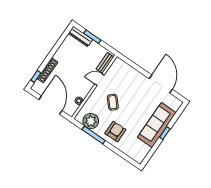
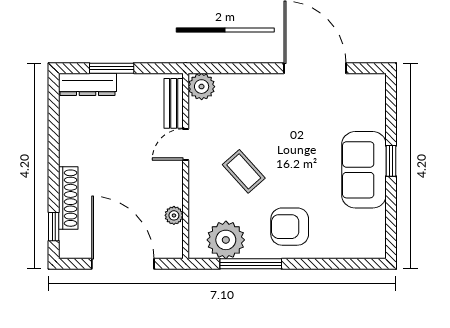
plant: (118, 64) -> (202, 87), added
sofa: (157, 125) -> (364, 170), width x0.73
armchair: (115, 132) -> (290, 227), turned -89

